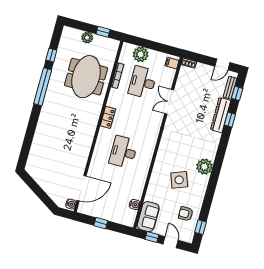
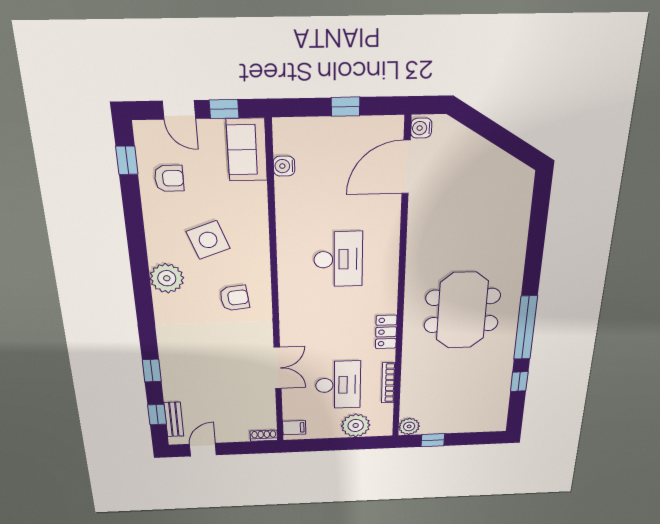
plant: (87, 38) -> (409, 426), moved
meeting table: (86, 77) -> (462, 311), moved
dresser: (221, 115) -> (173, 373), removed
locker: (108, 117) -> (386, 332), moved
armchair: (177, 147) -> (234, 298), added

